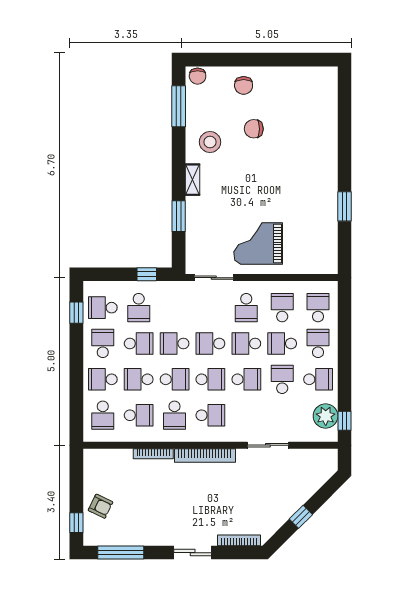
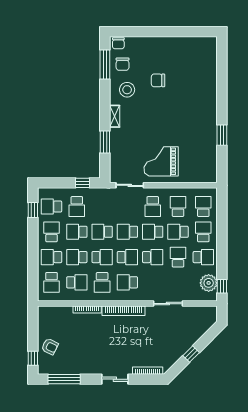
chair: (244, 85) -> (123, 64), moved
school desk: (139, 343) -> (77, 232), turned 180
school desk: (210, 415) -> (127, 282), turned 180

